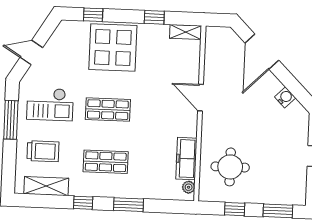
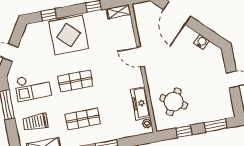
trolley: (43, 151) -> (36, 122), turned 180
round table: (230, 167) -> (174, 102), turned 30

